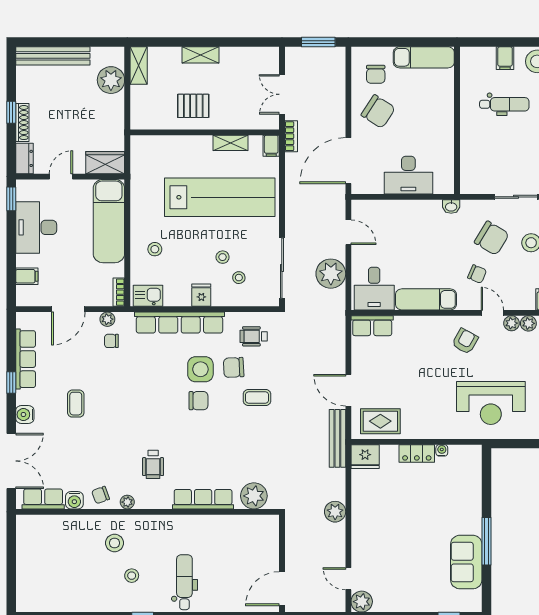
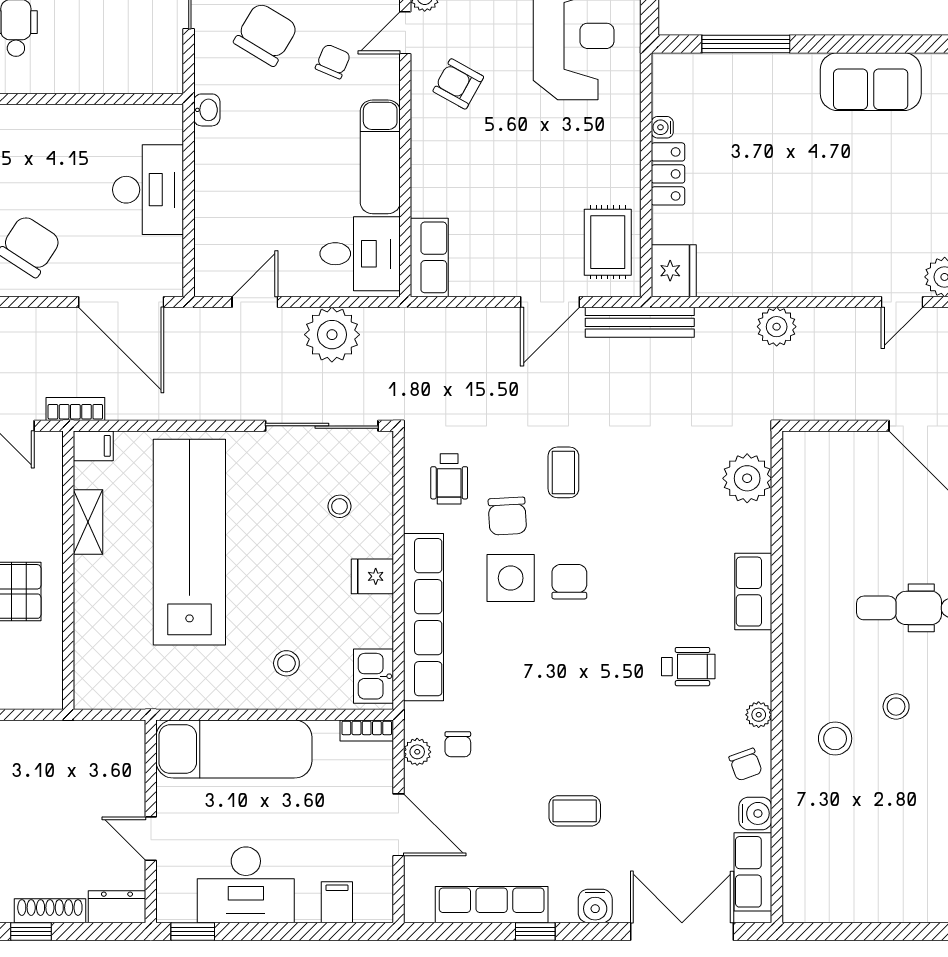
wardrobe: (105, 163) -> (125, 756), removed
stool: (223, 257) -> (301, 537), removed
row of seats: (203, 499) -> (753, 592), width x0.68
window: (486, 541) -> (746, 44), moved

